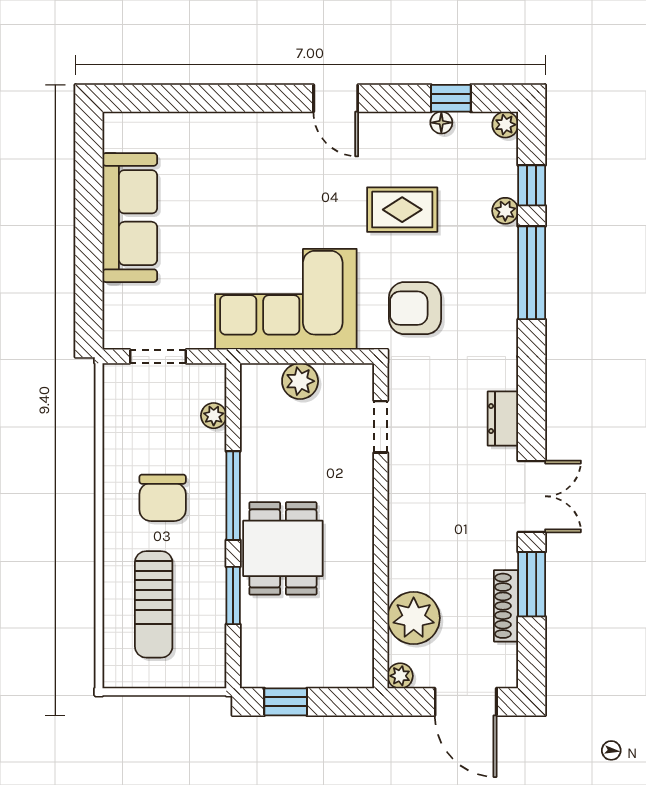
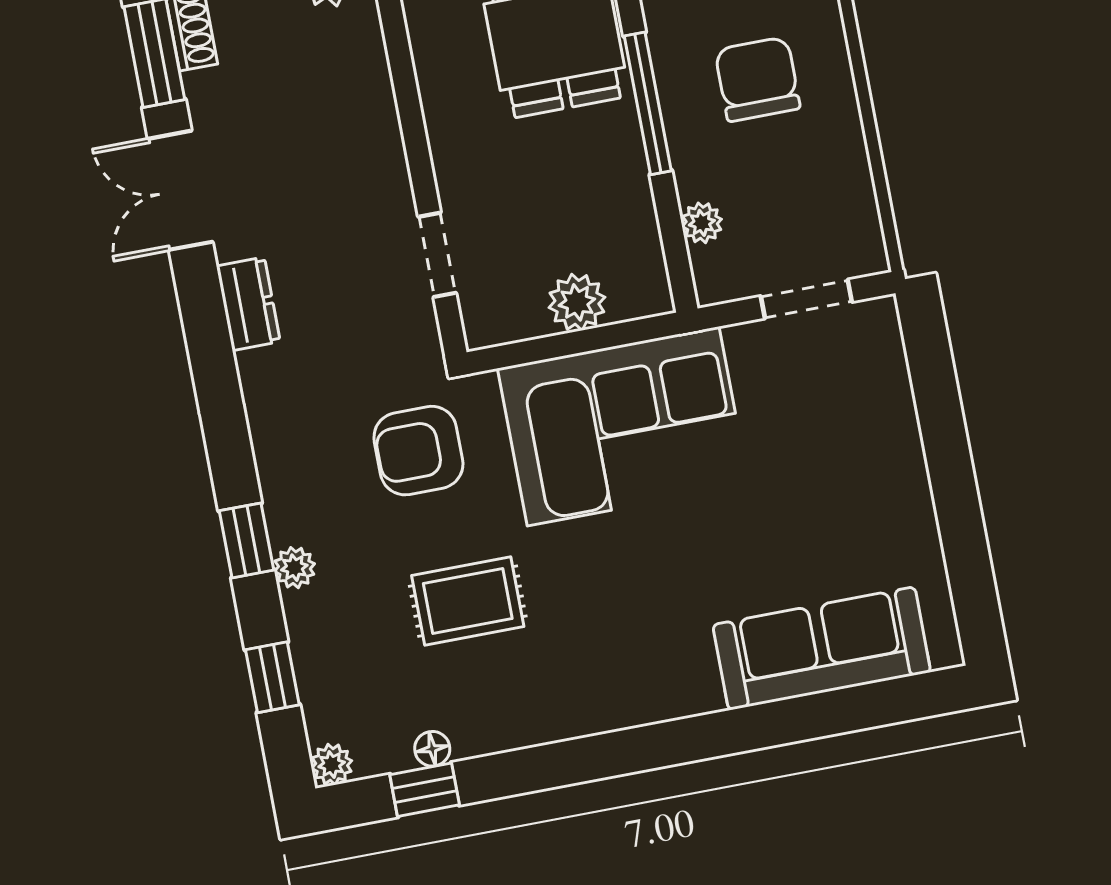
door: (336, 98) -> (605, 756), removed
plant: (505, 211) -> (294, 568), moved
sofa: (130, 218) -> (822, 648), moved, turned 90
window: (532, 273) -> (246, 540), width x0.46
armchair: (415, 308) -> (418, 451), turned 180

